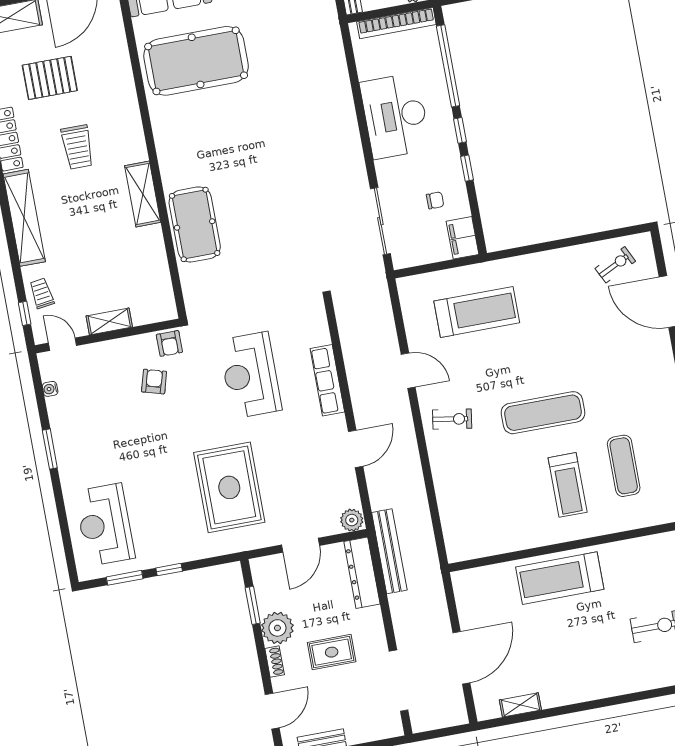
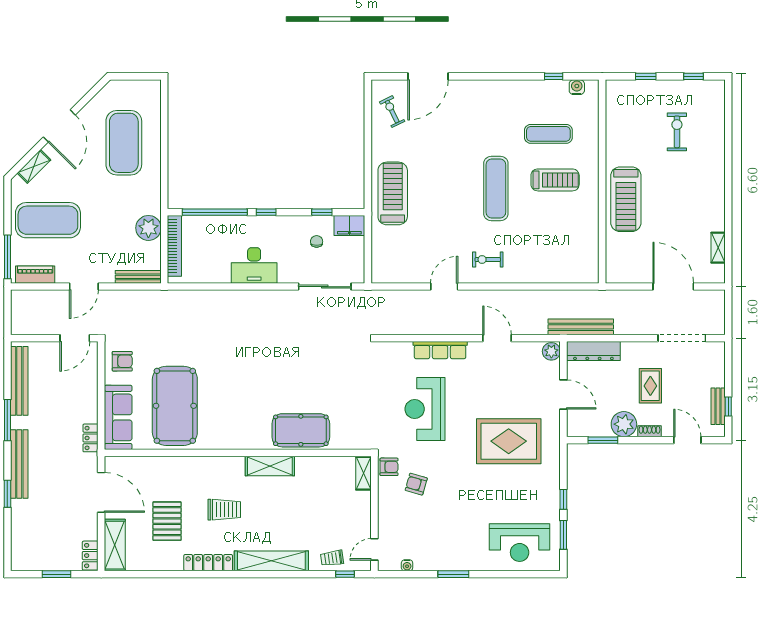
desk: (395, 116) -> (254, 265), width x0.73, depth x0.77
window: (467, 168) -> (322, 212), moved
treadmill: (477, 312) -> (393, 193), moved
shelving: (109, 321) -> (363, 473), moved
reception desk: (250, 375) -> (425, 409), turned 90
exercise bike: (452, 419) -> (488, 260), turned -99

